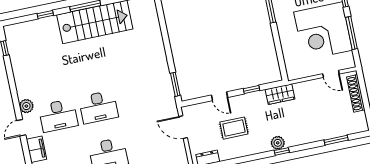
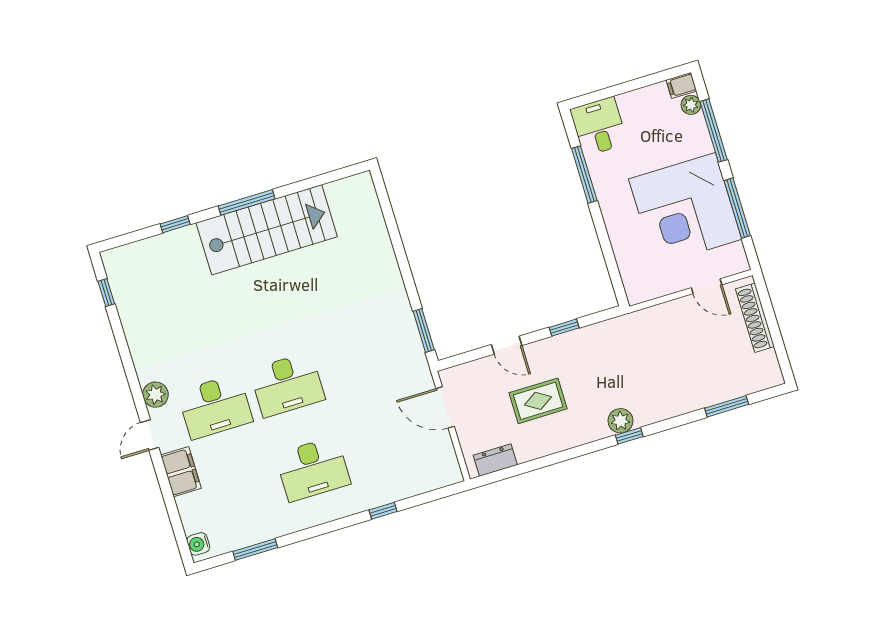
wardrobe: (280, 94) -> (617, 332), removed

